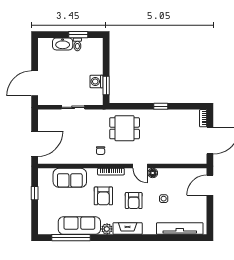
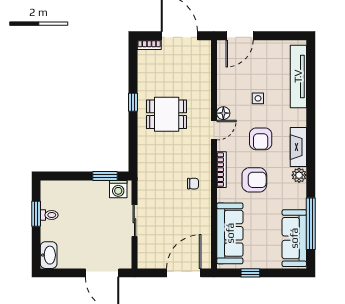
washbasin: (63, 44) -> (49, 255), moved
washing machine: (97, 82) -> (118, 189), moved
dining table: (125, 128) -> (167, 114), moved, turned 90
door: (35, 144) -> (184, 273), hinge flipped
sofa: (70, 178) -> (230, 233), width x1.36
door: (210, 185) -> (240, 36), hinge flipped
armchair: (134, 201) -> (261, 139), turned 90
sofa: (79, 226) -> (294, 238), moved

